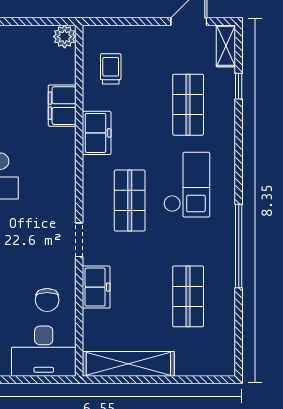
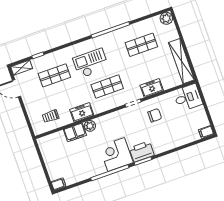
plant: (65, 37) -> (90, 126), moved
chair: (47, 300) -> (155, 115), moved
desk: (44, 351) -> (188, 98), width x0.73
plant: (223, 364) -> (166, 18), added

